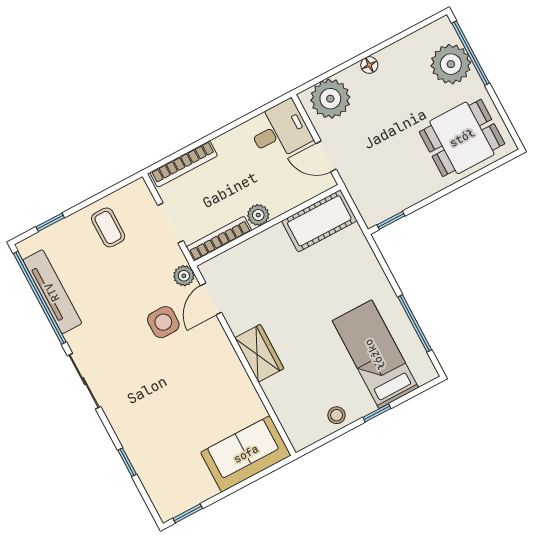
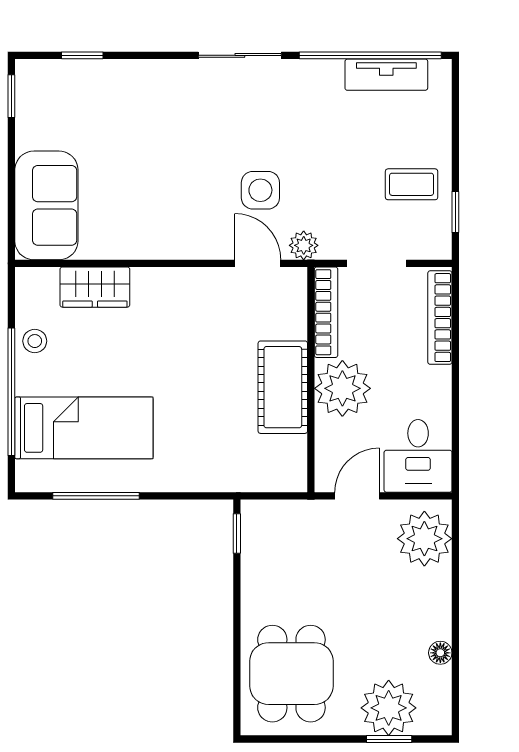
window: (471, 53) -> (389, 739), width x0.46
floor lamp: (369, 65) -> (440, 653), moved
plant: (258, 215) -> (342, 388), width x1.88, depth x1.88
cot: (319, 221) -> (283, 387), moved
window: (50, 222) -> (455, 212), moved
tv unit: (52, 292) -> (386, 75), width x0.71
wardrobe: (259, 353) -> (95, 287), moved
window: (377, 413) -> (11, 392), width x3.17
window: (127, 462) -> (82, 55), moved

